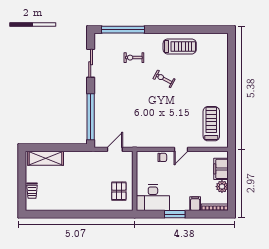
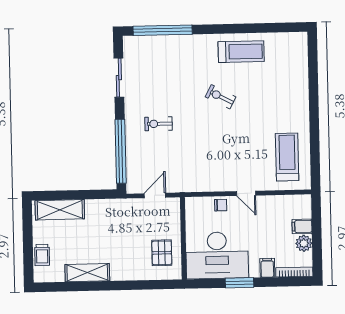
exercise bike: (134, 58) -> (159, 124), moved
door: (181, 149) -> (246, 193), hinge flipped
filing cabinet: (221, 169) -> (302, 226), width x0.50
desk: (153, 198) -> (217, 255), width x1.36, depth x1.30
shelving: (64, 204) -> (87, 273), added

